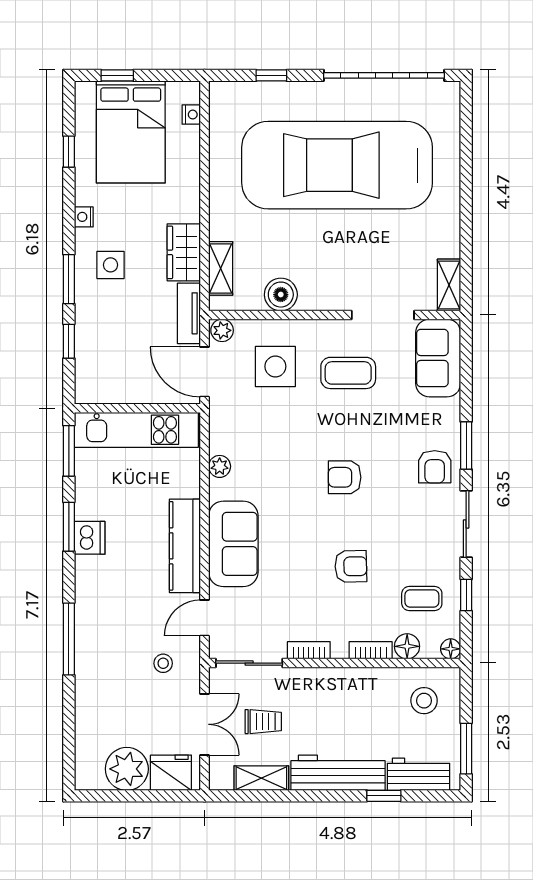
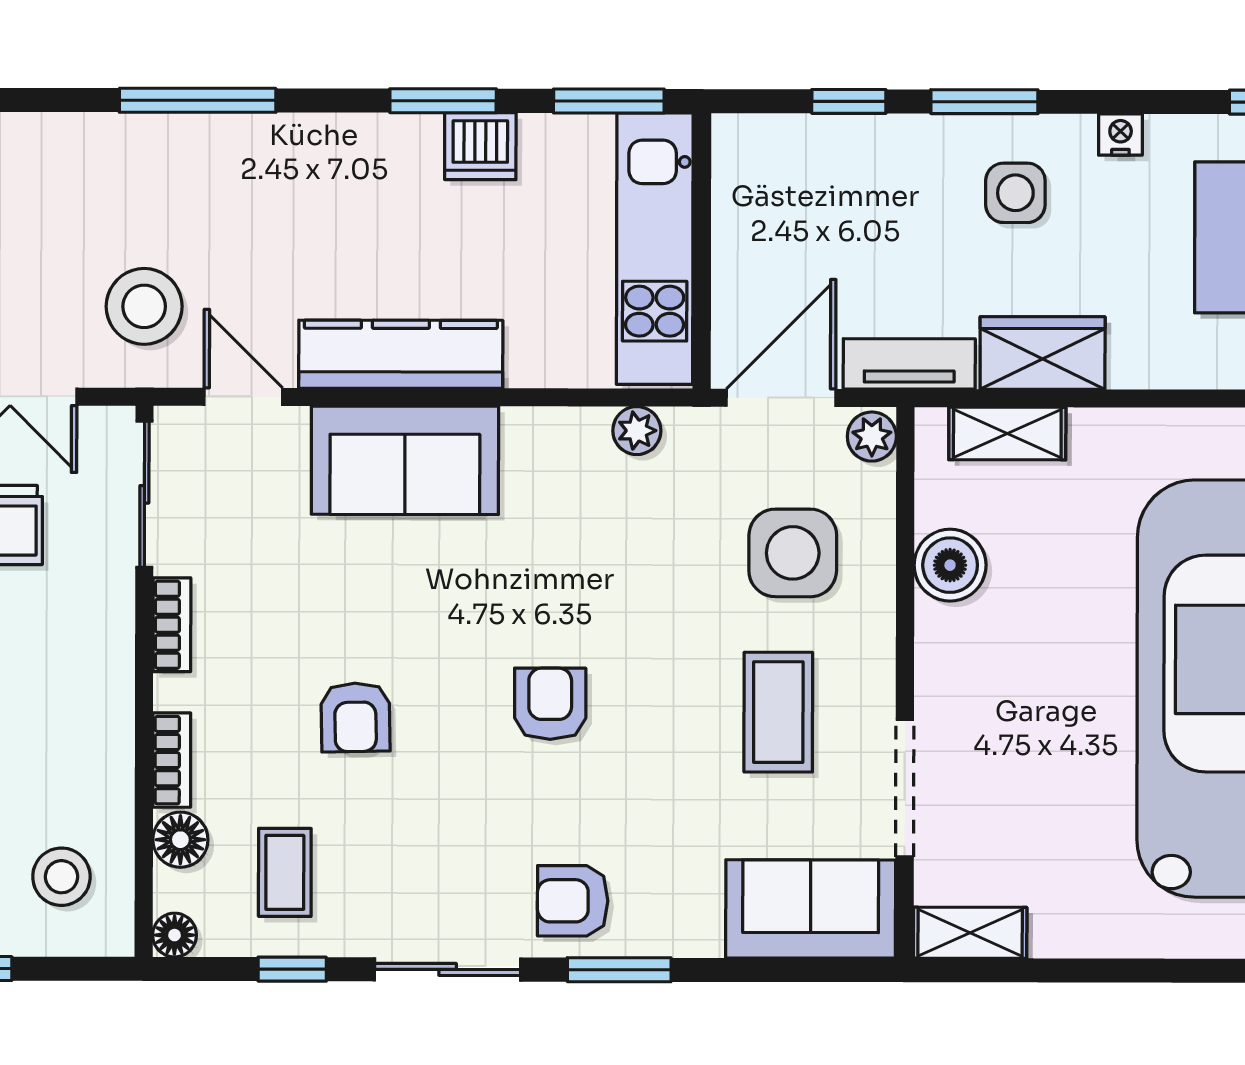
plant: (220, 466) -> (637, 431), moved
dishwasher: (90, 538) -> (480, 146), moved
stool: (163, 663) -> (144, 306), width x1.89, depth x1.89

